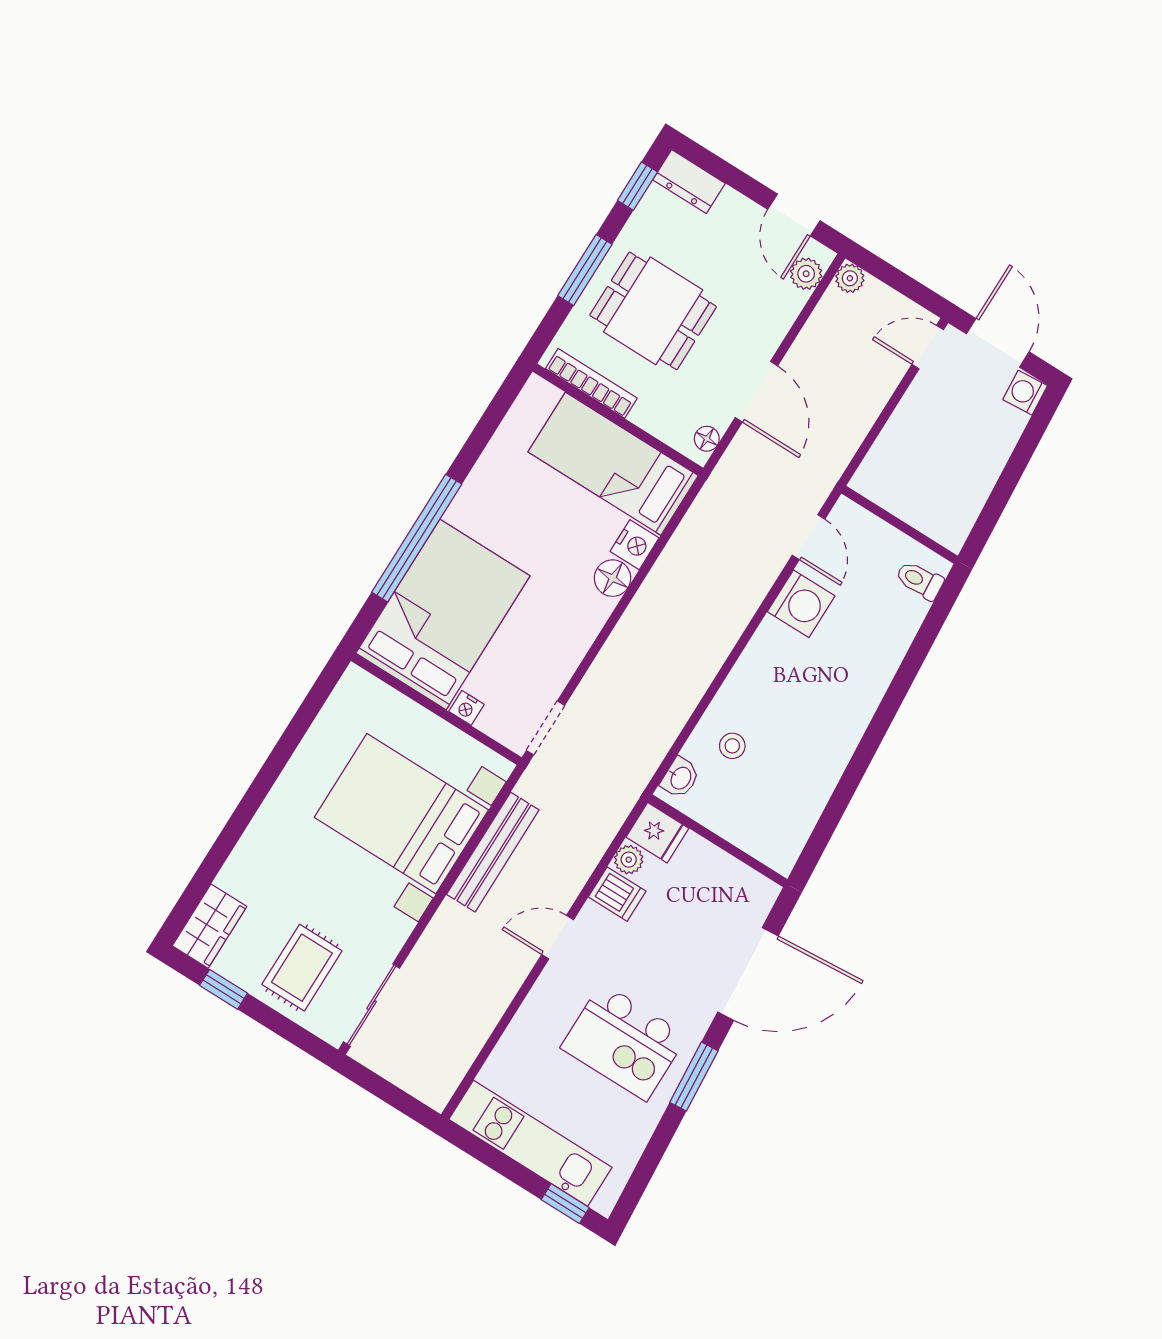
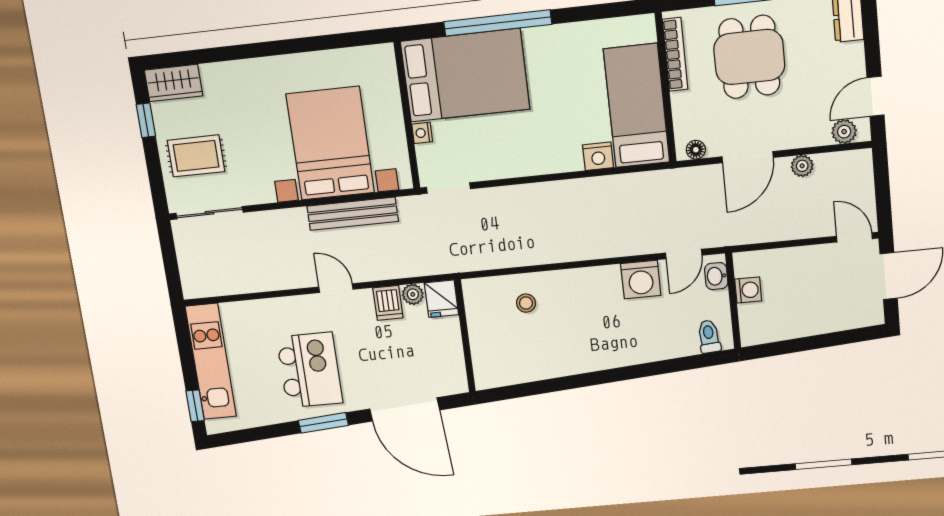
plant: (850, 278) -> (802, 166), moved
washing machine: (1025, 393) -> (748, 290), moved, turned 94
floor lamp: (613, 578) -> (568, 159), removed
washbasin: (680, 778) -> (716, 276), moved, turned 90
kitchen island: (624, 1042) -> (310, 370), turned 180

